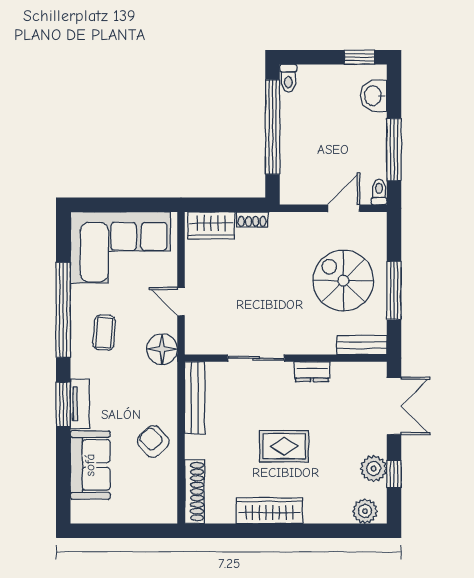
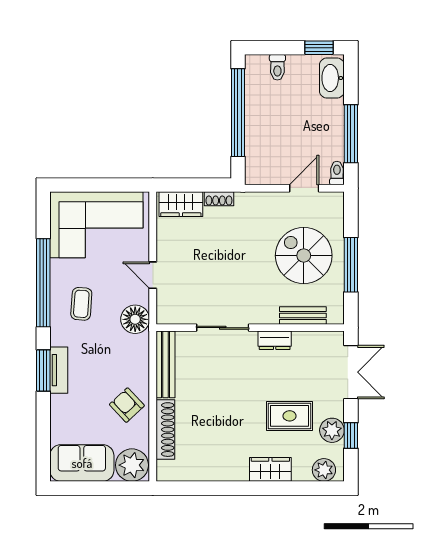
toilet: (288, 78) -> (277, 67), moved
washbasin: (374, 96) -> (332, 78), width x1.38
bench: (362, 345) -> (303, 315), moved
rug: (284, 446) -> (290, 416), moved
sofa: (90, 465) -> (82, 463), moved, turned -90
shoe rack: (194, 491) -> (165, 430), moved
plant: (159, 506) -> (132, 465), added
wardrobe: (269, 511) -> (270, 469), moved, width x0.67

